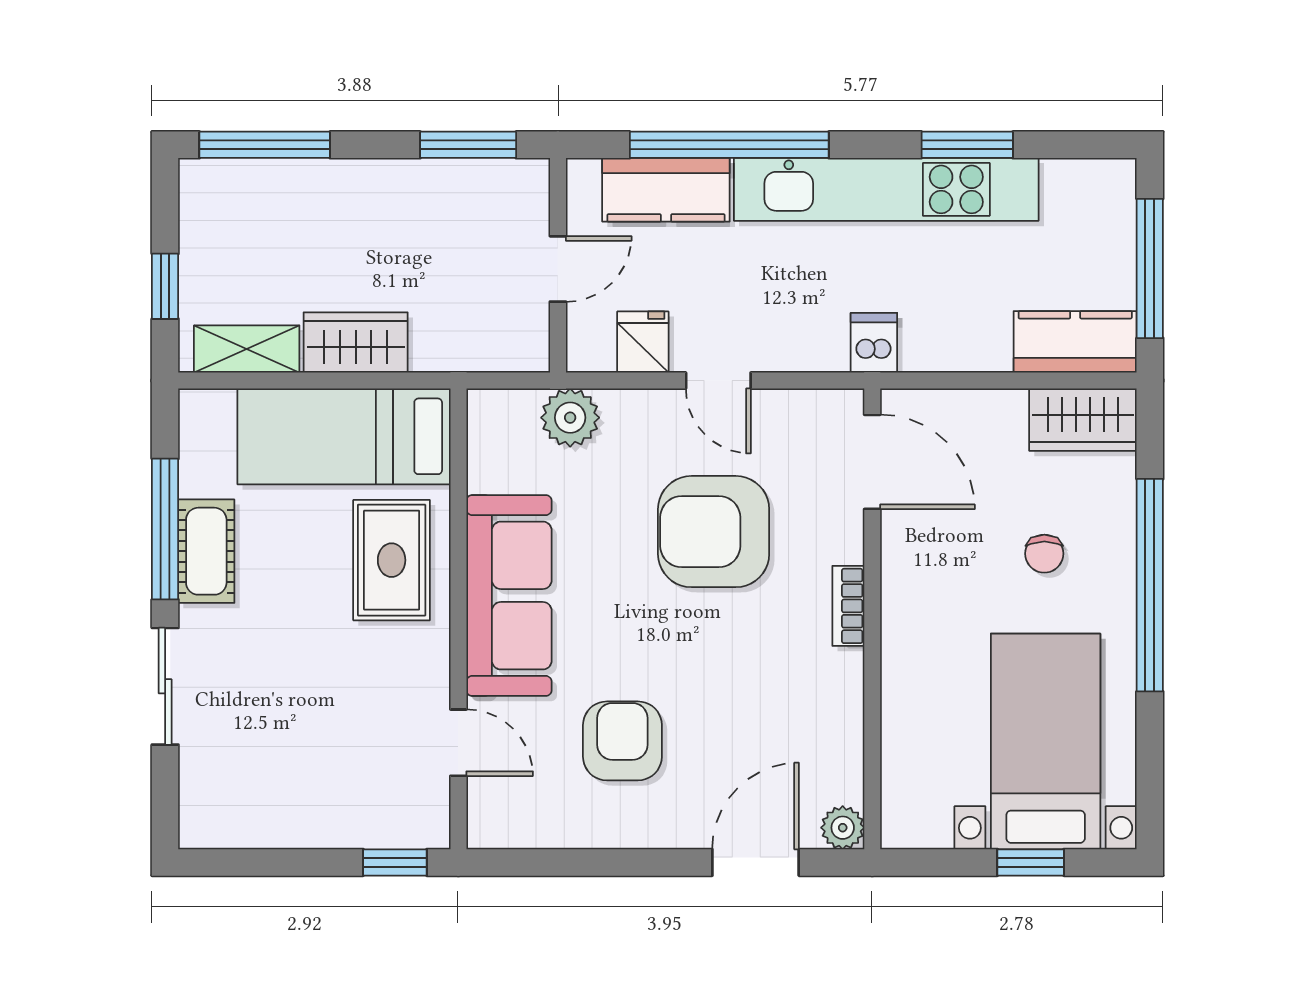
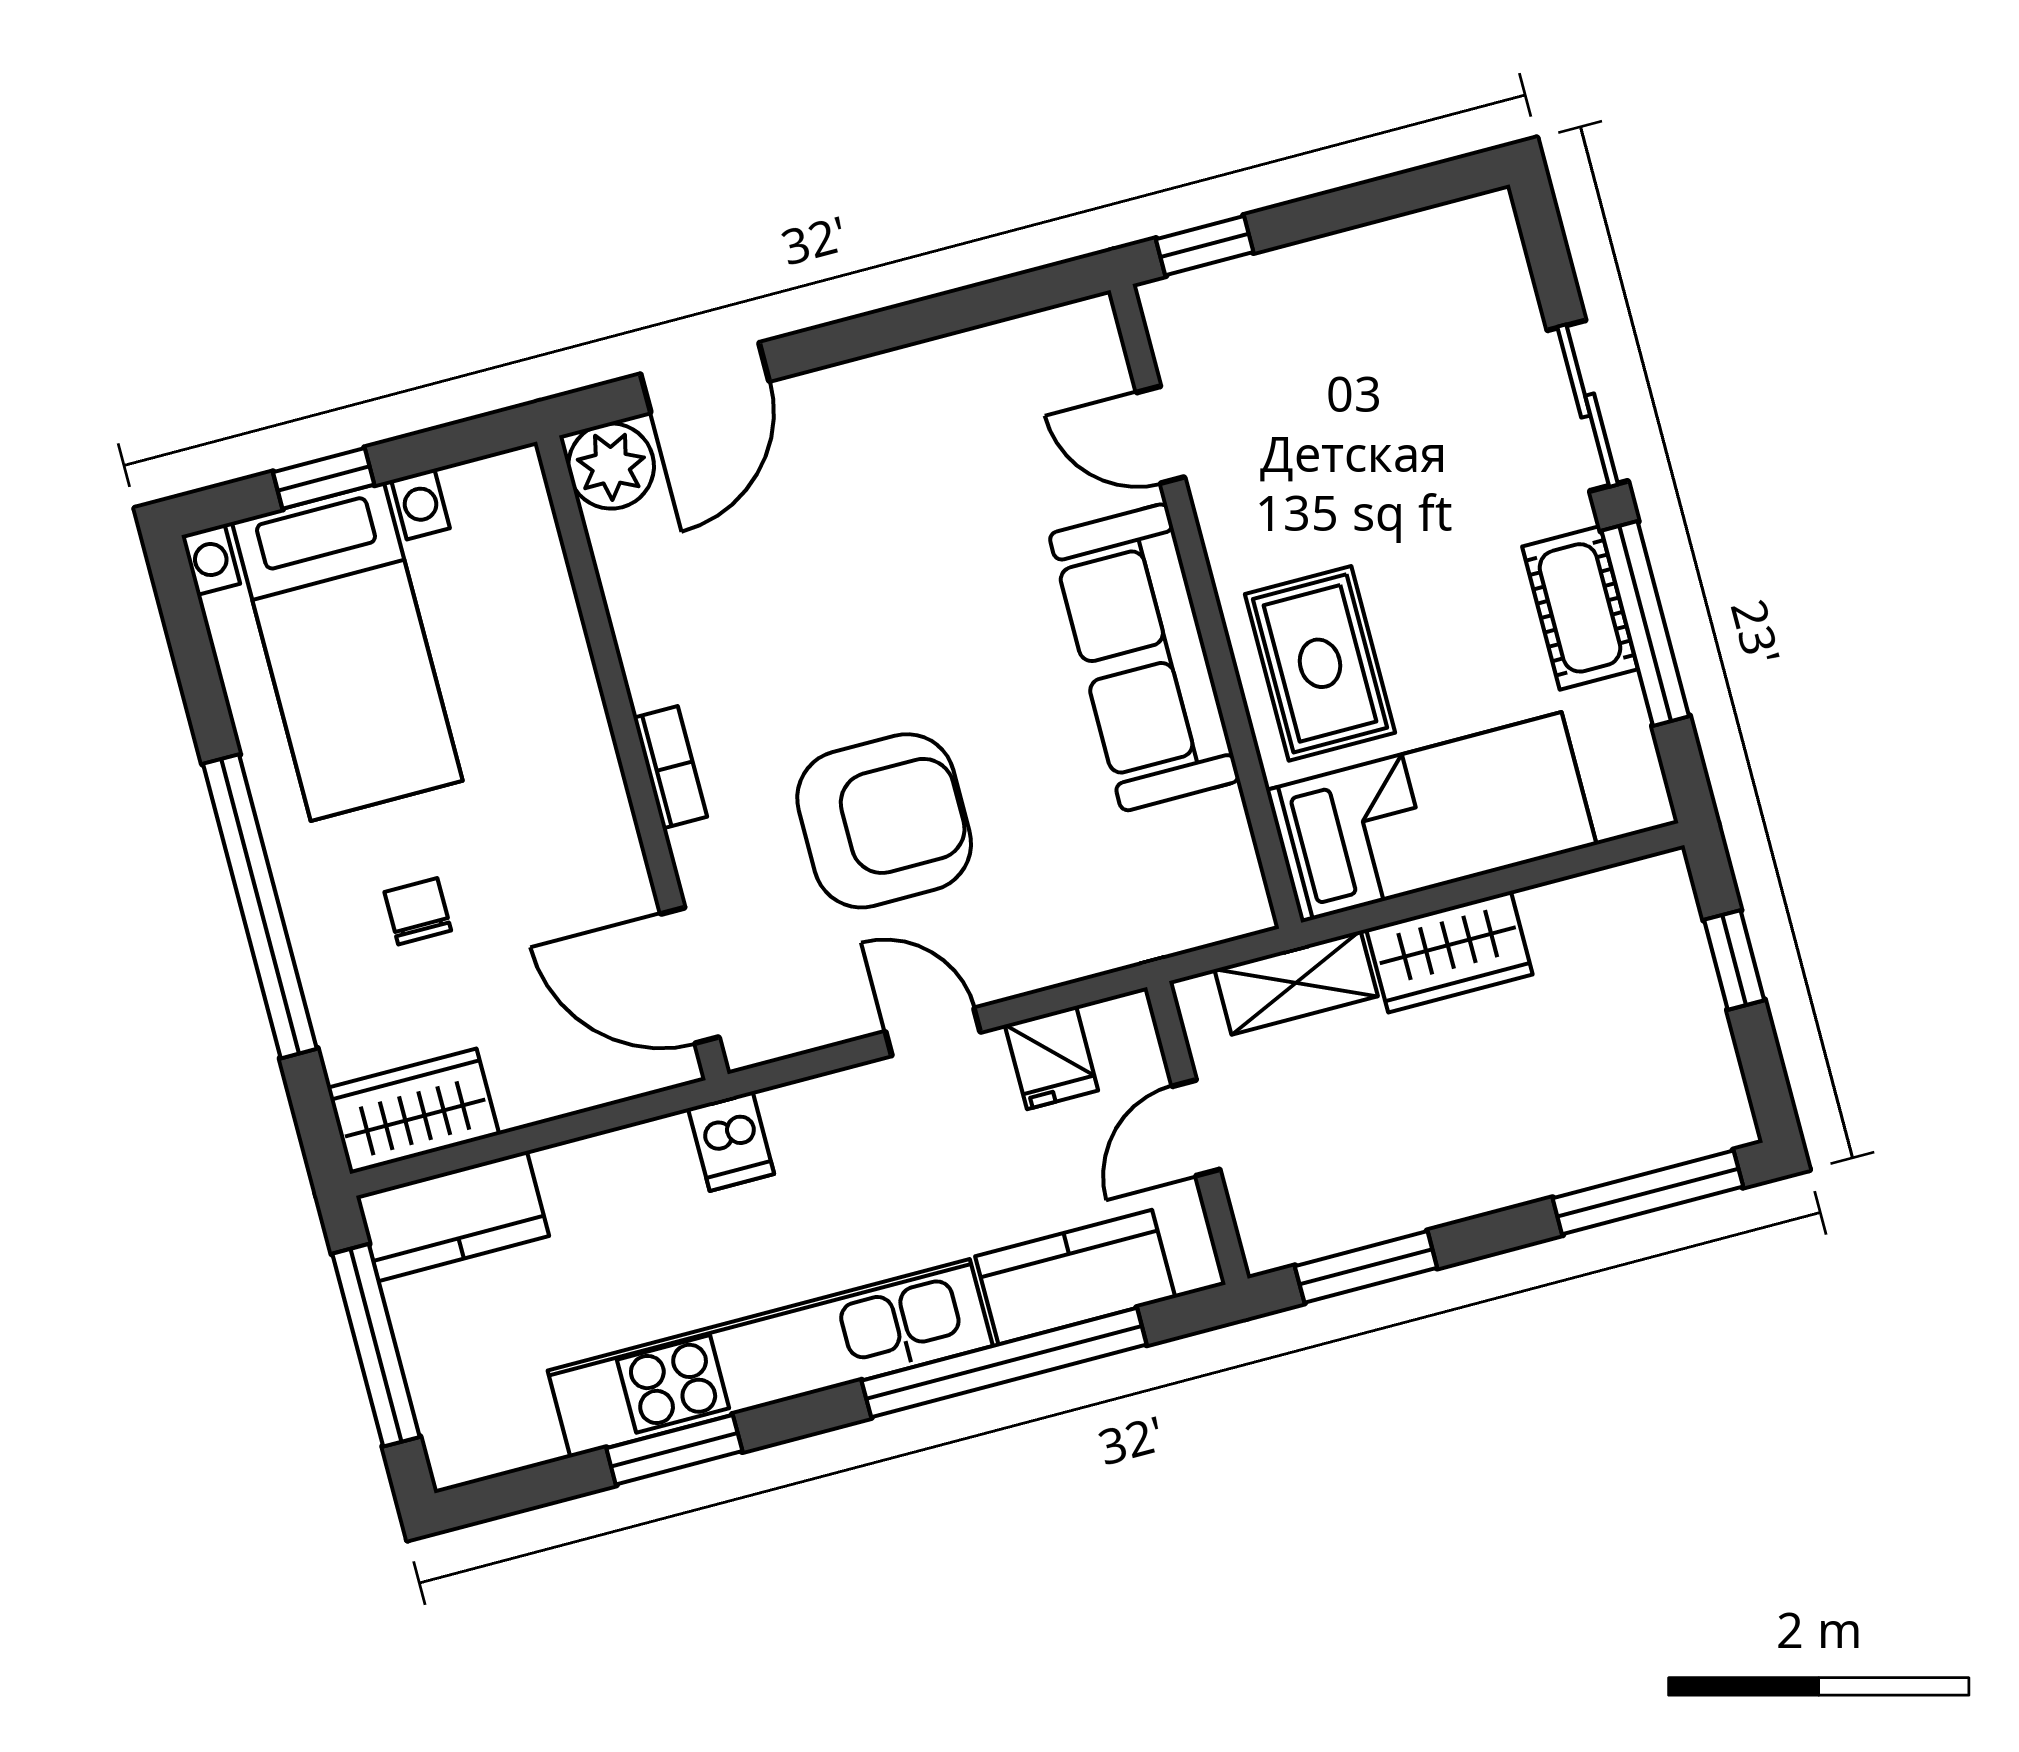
shelving: (247, 349) -> (1296, 983), moved
plant: (570, 418) -> (1125, 926), removed
armchair: (622, 741) -> (934, 497), removed
plant: (843, 828) -> (611, 466), width x1.38, depth x1.38

